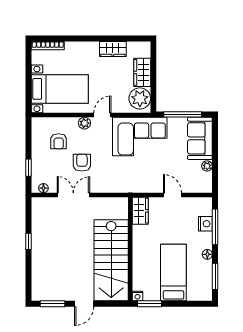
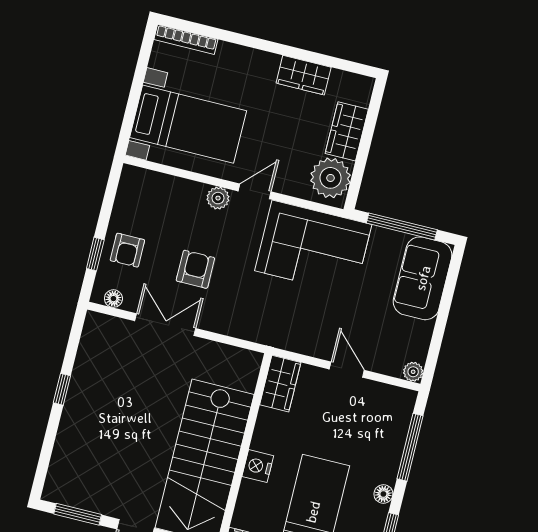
armchair: (59, 141) -> (127, 250), moved
plant: (207, 166) -> (413, 372), moved
nightstand: (205, 224) -> (258, 466), moved, turned 180

